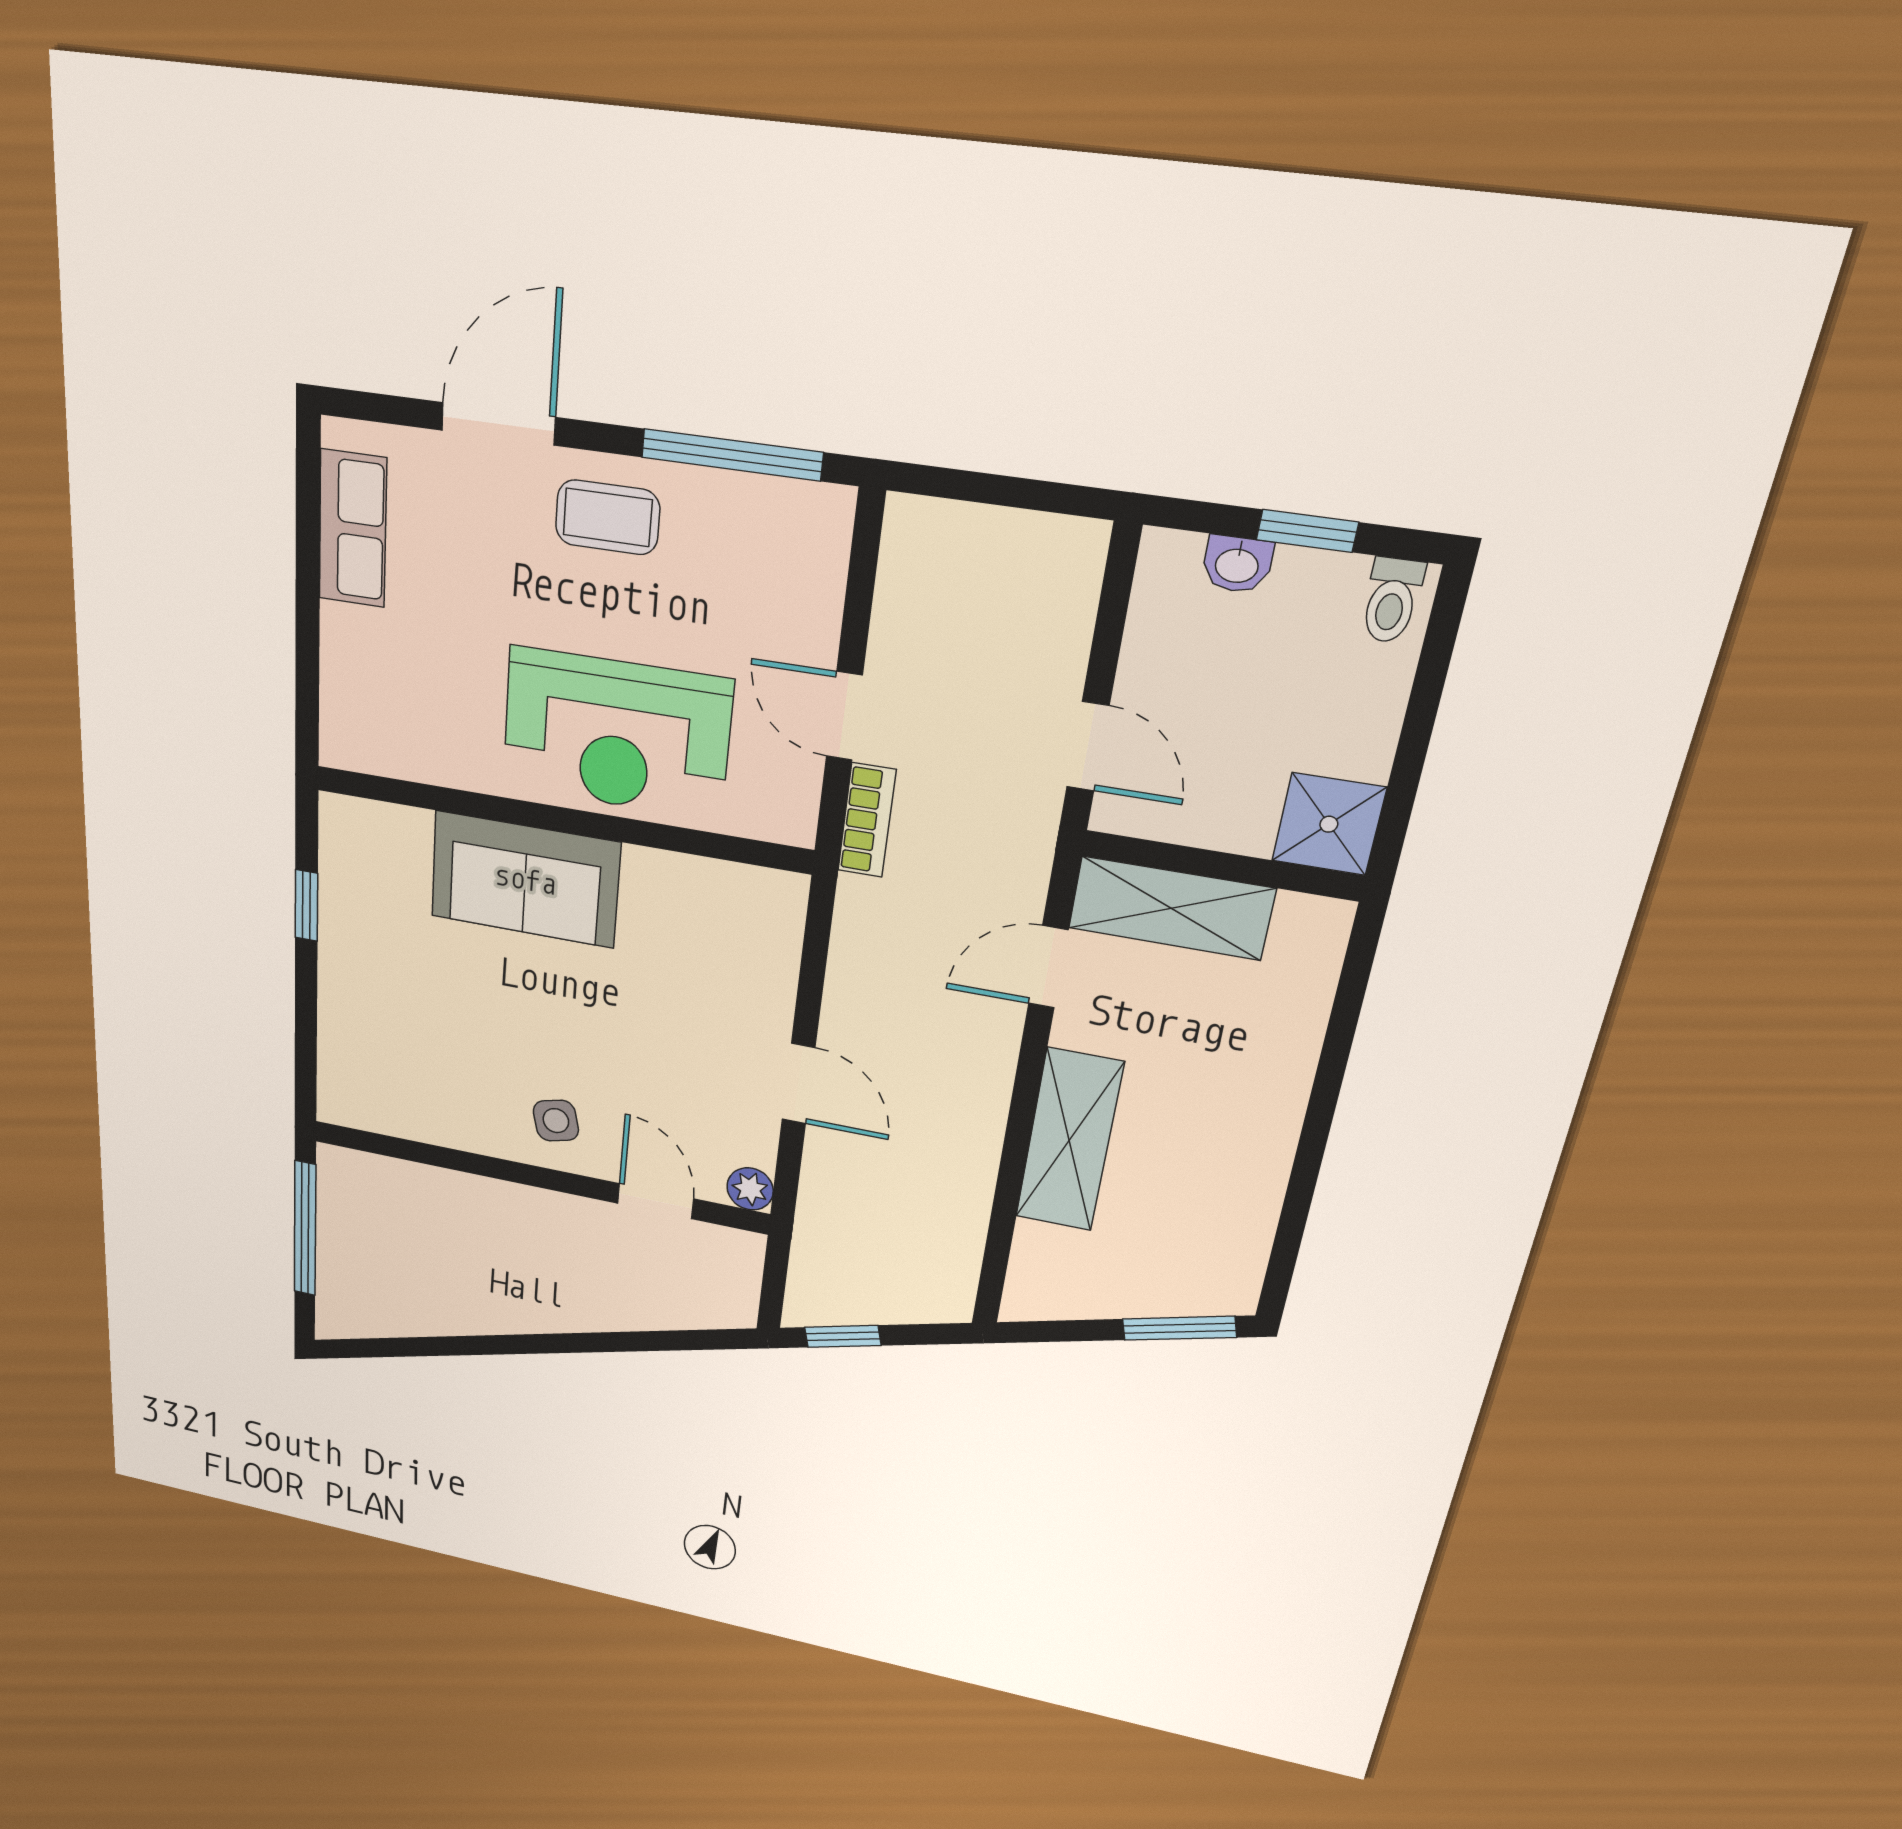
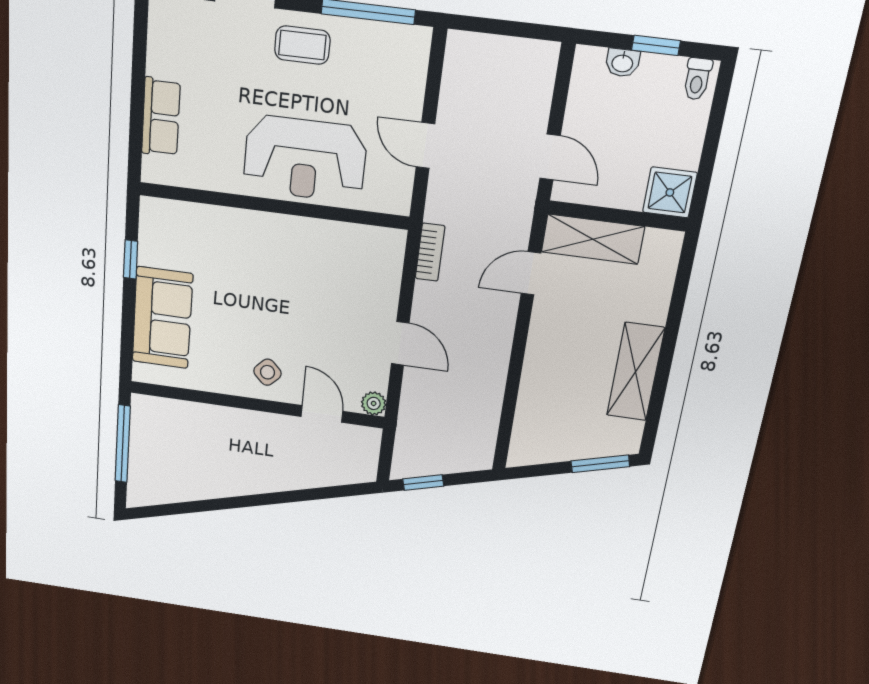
row of seats: (353, 529) -> (161, 117), moved
bookcase: (867, 820) -> (430, 252), moved
sofa: (525, 880) -> (162, 318), moved, turned -90
side table: (556, 1121) -> (267, 372), turned -31
shelving: (1069, 1140) -> (636, 372), moved

